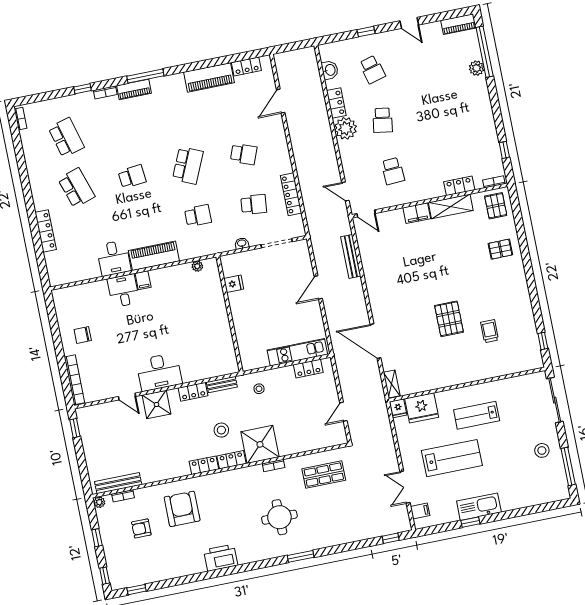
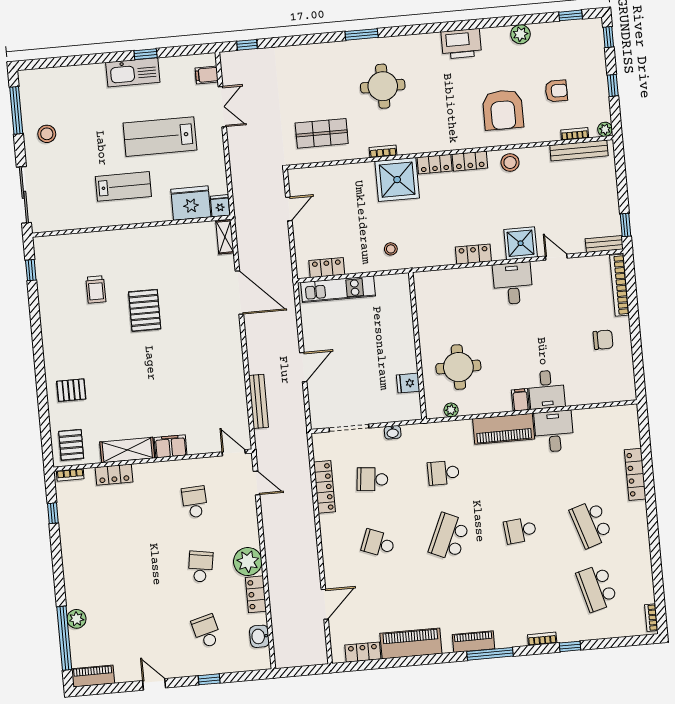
piano: (134, 89) -> (474, 642), moved
round table: (195, 301) -> (458, 367), added
desk: (159, 372) -> (513, 283), width x0.73
bench: (222, 385) -> (604, 244), moved
stool: (221, 430) -> (510, 162), moved
plant: (175, 570) -> (520, 34), added

